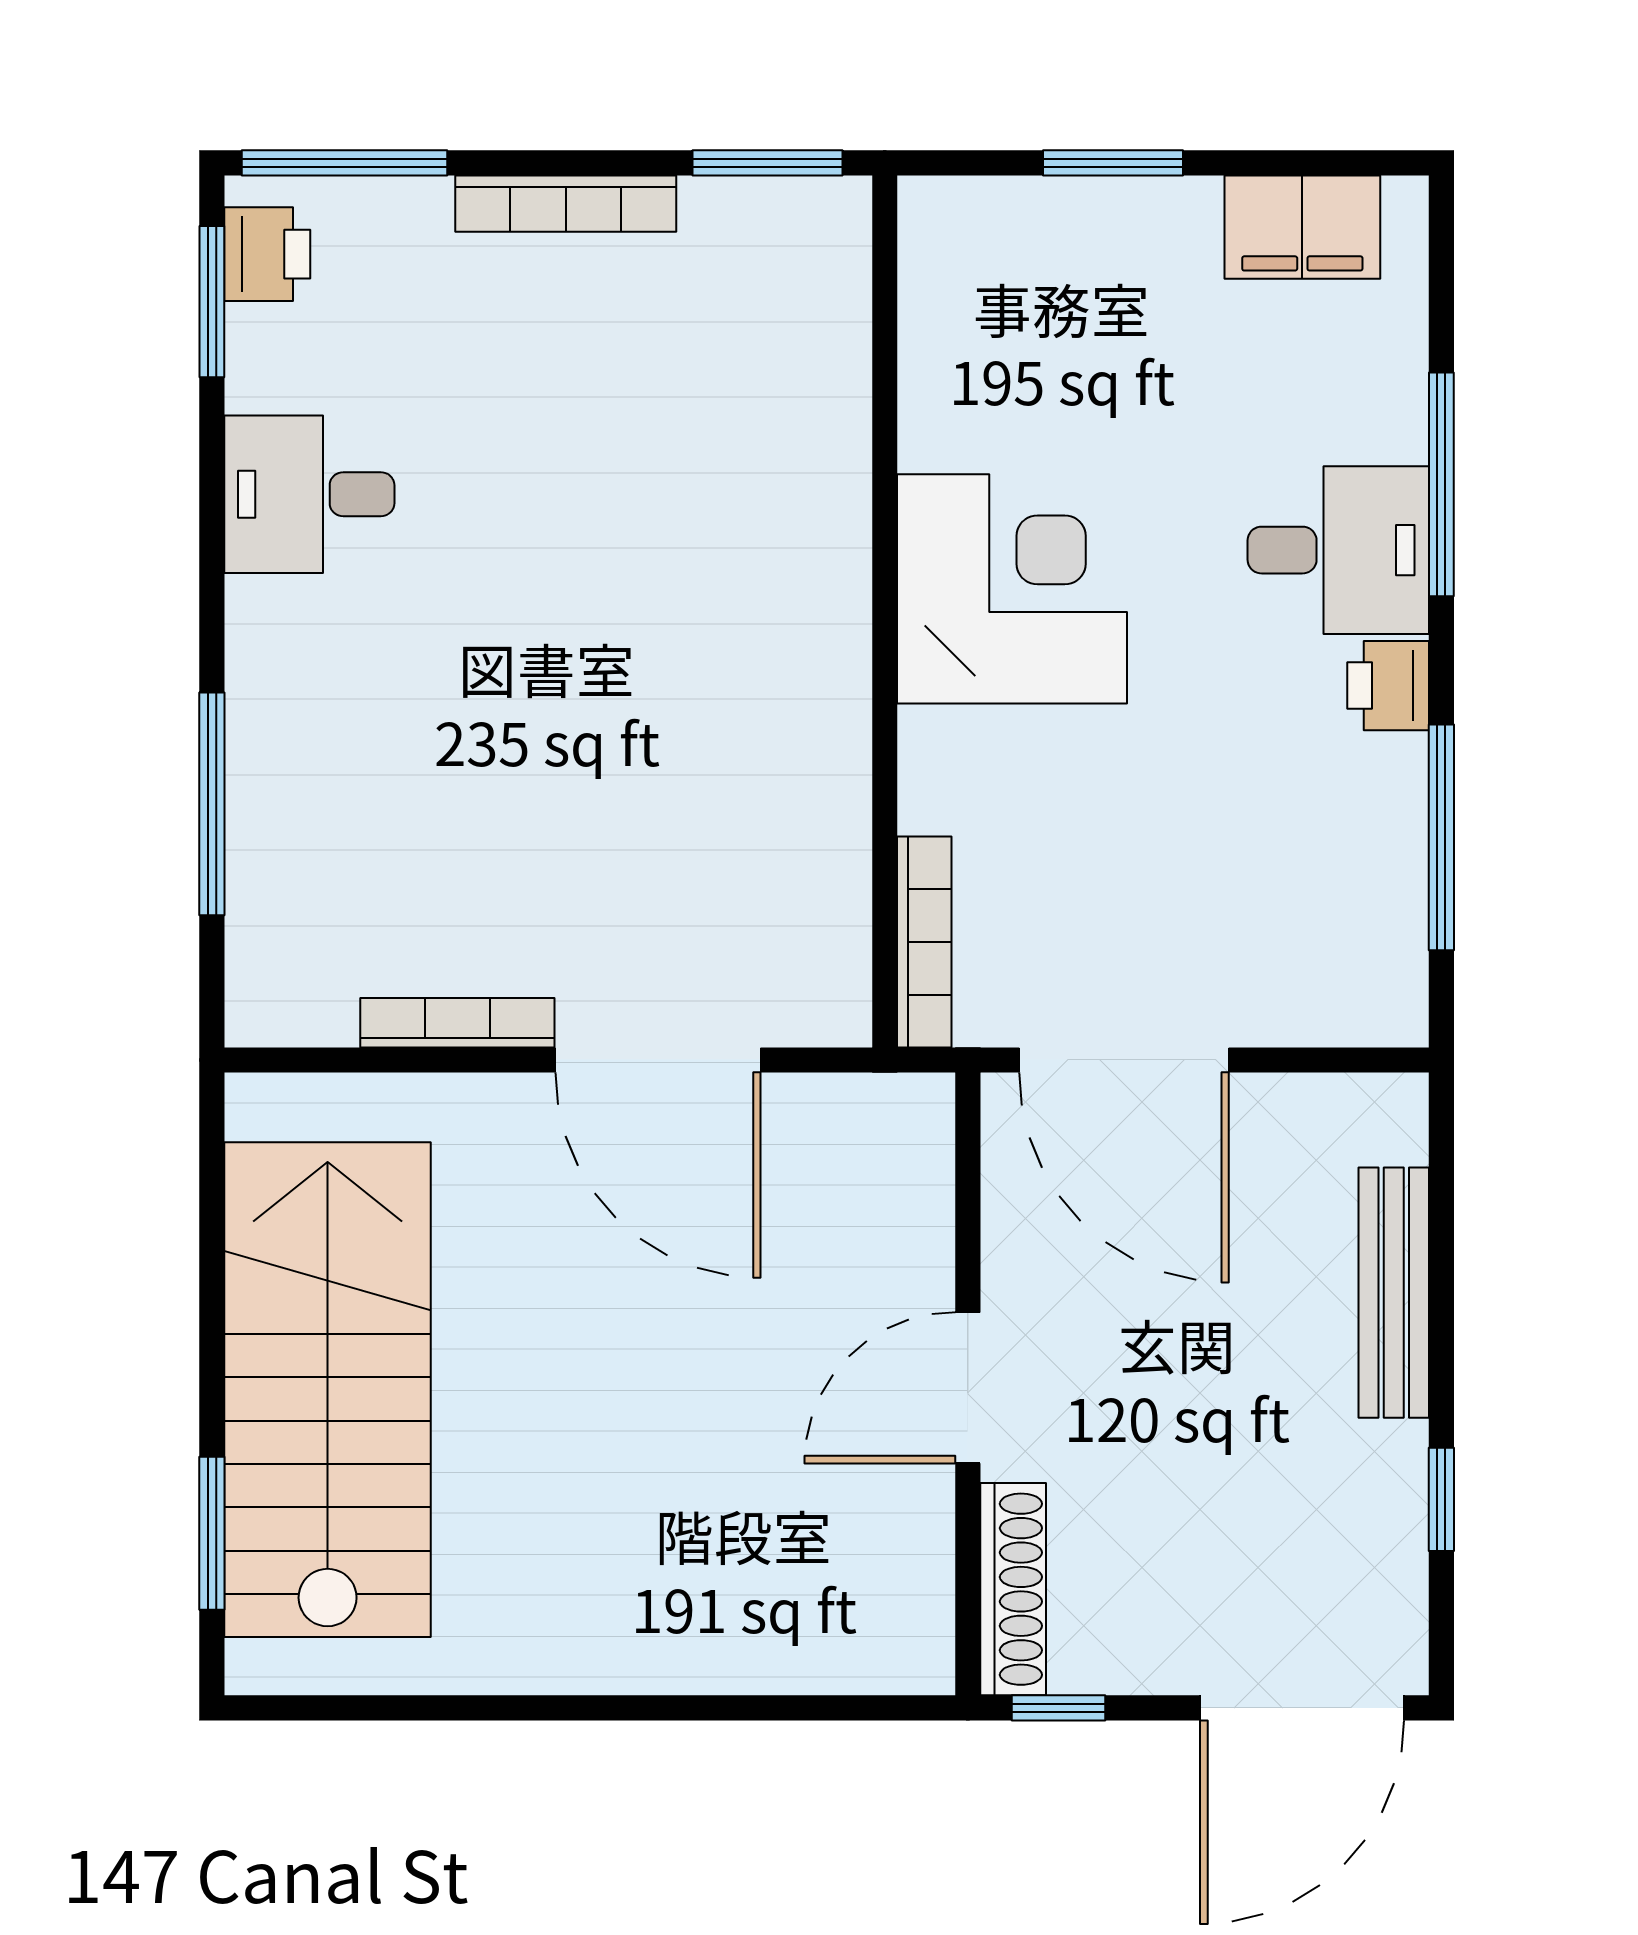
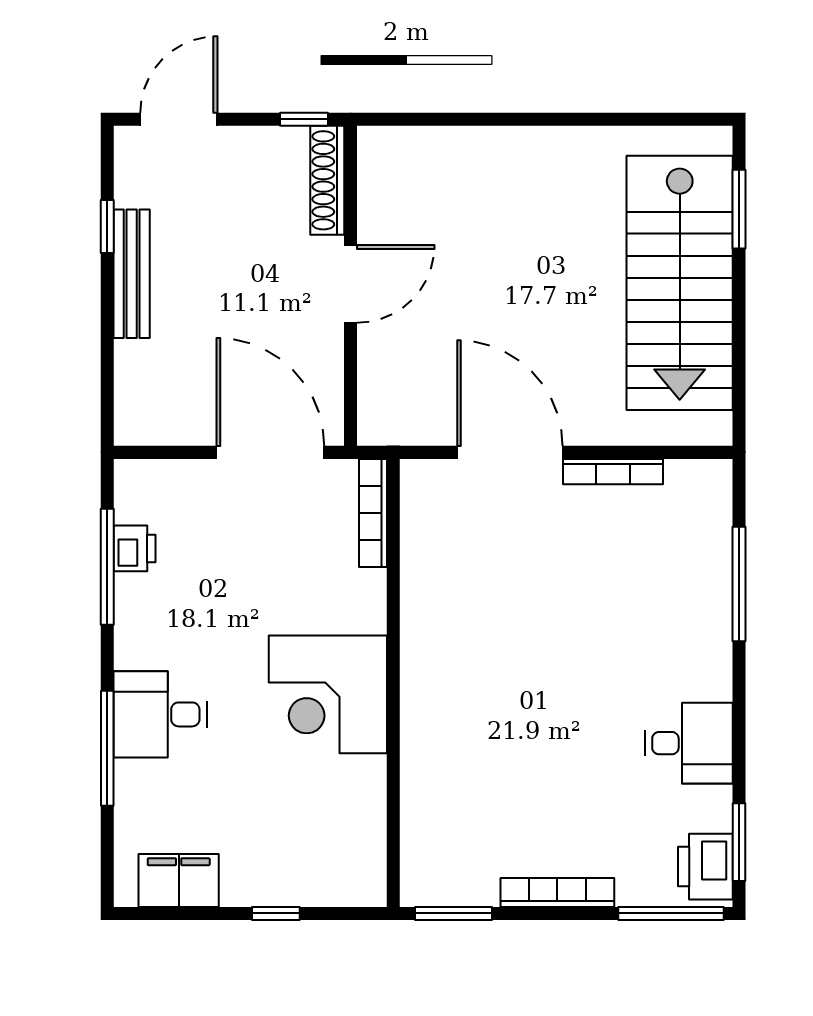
window: (1113, 163) -> (276, 913), width x0.67
printer: (267, 254) -> (705, 867), width x1.36, depth x1.24
printer: (1388, 686) -> (135, 548), moved
bench: (1394, 1293) -> (132, 274), moved
door: (1302, 1708) -> (179, 119), width x0.73

